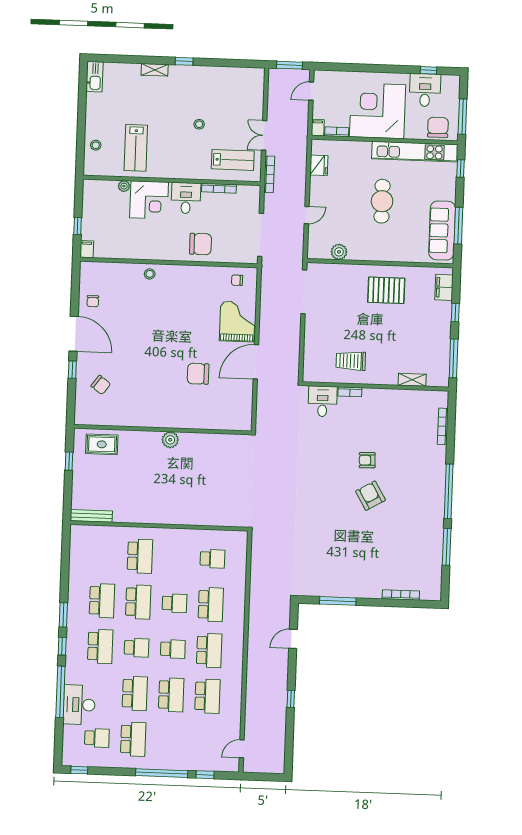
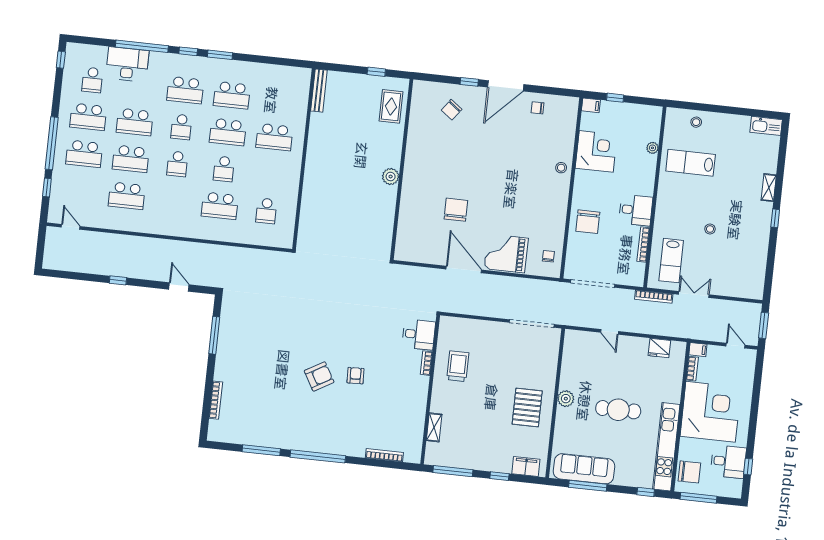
corner desk: (149, 200) -> (596, 151), moved, turned 180
plant: (339, 252) -> (566, 399), moved
grand piano: (237, 322) -> (506, 253), turned 180
school desk: (209, 650) -> (84, 154), moved

